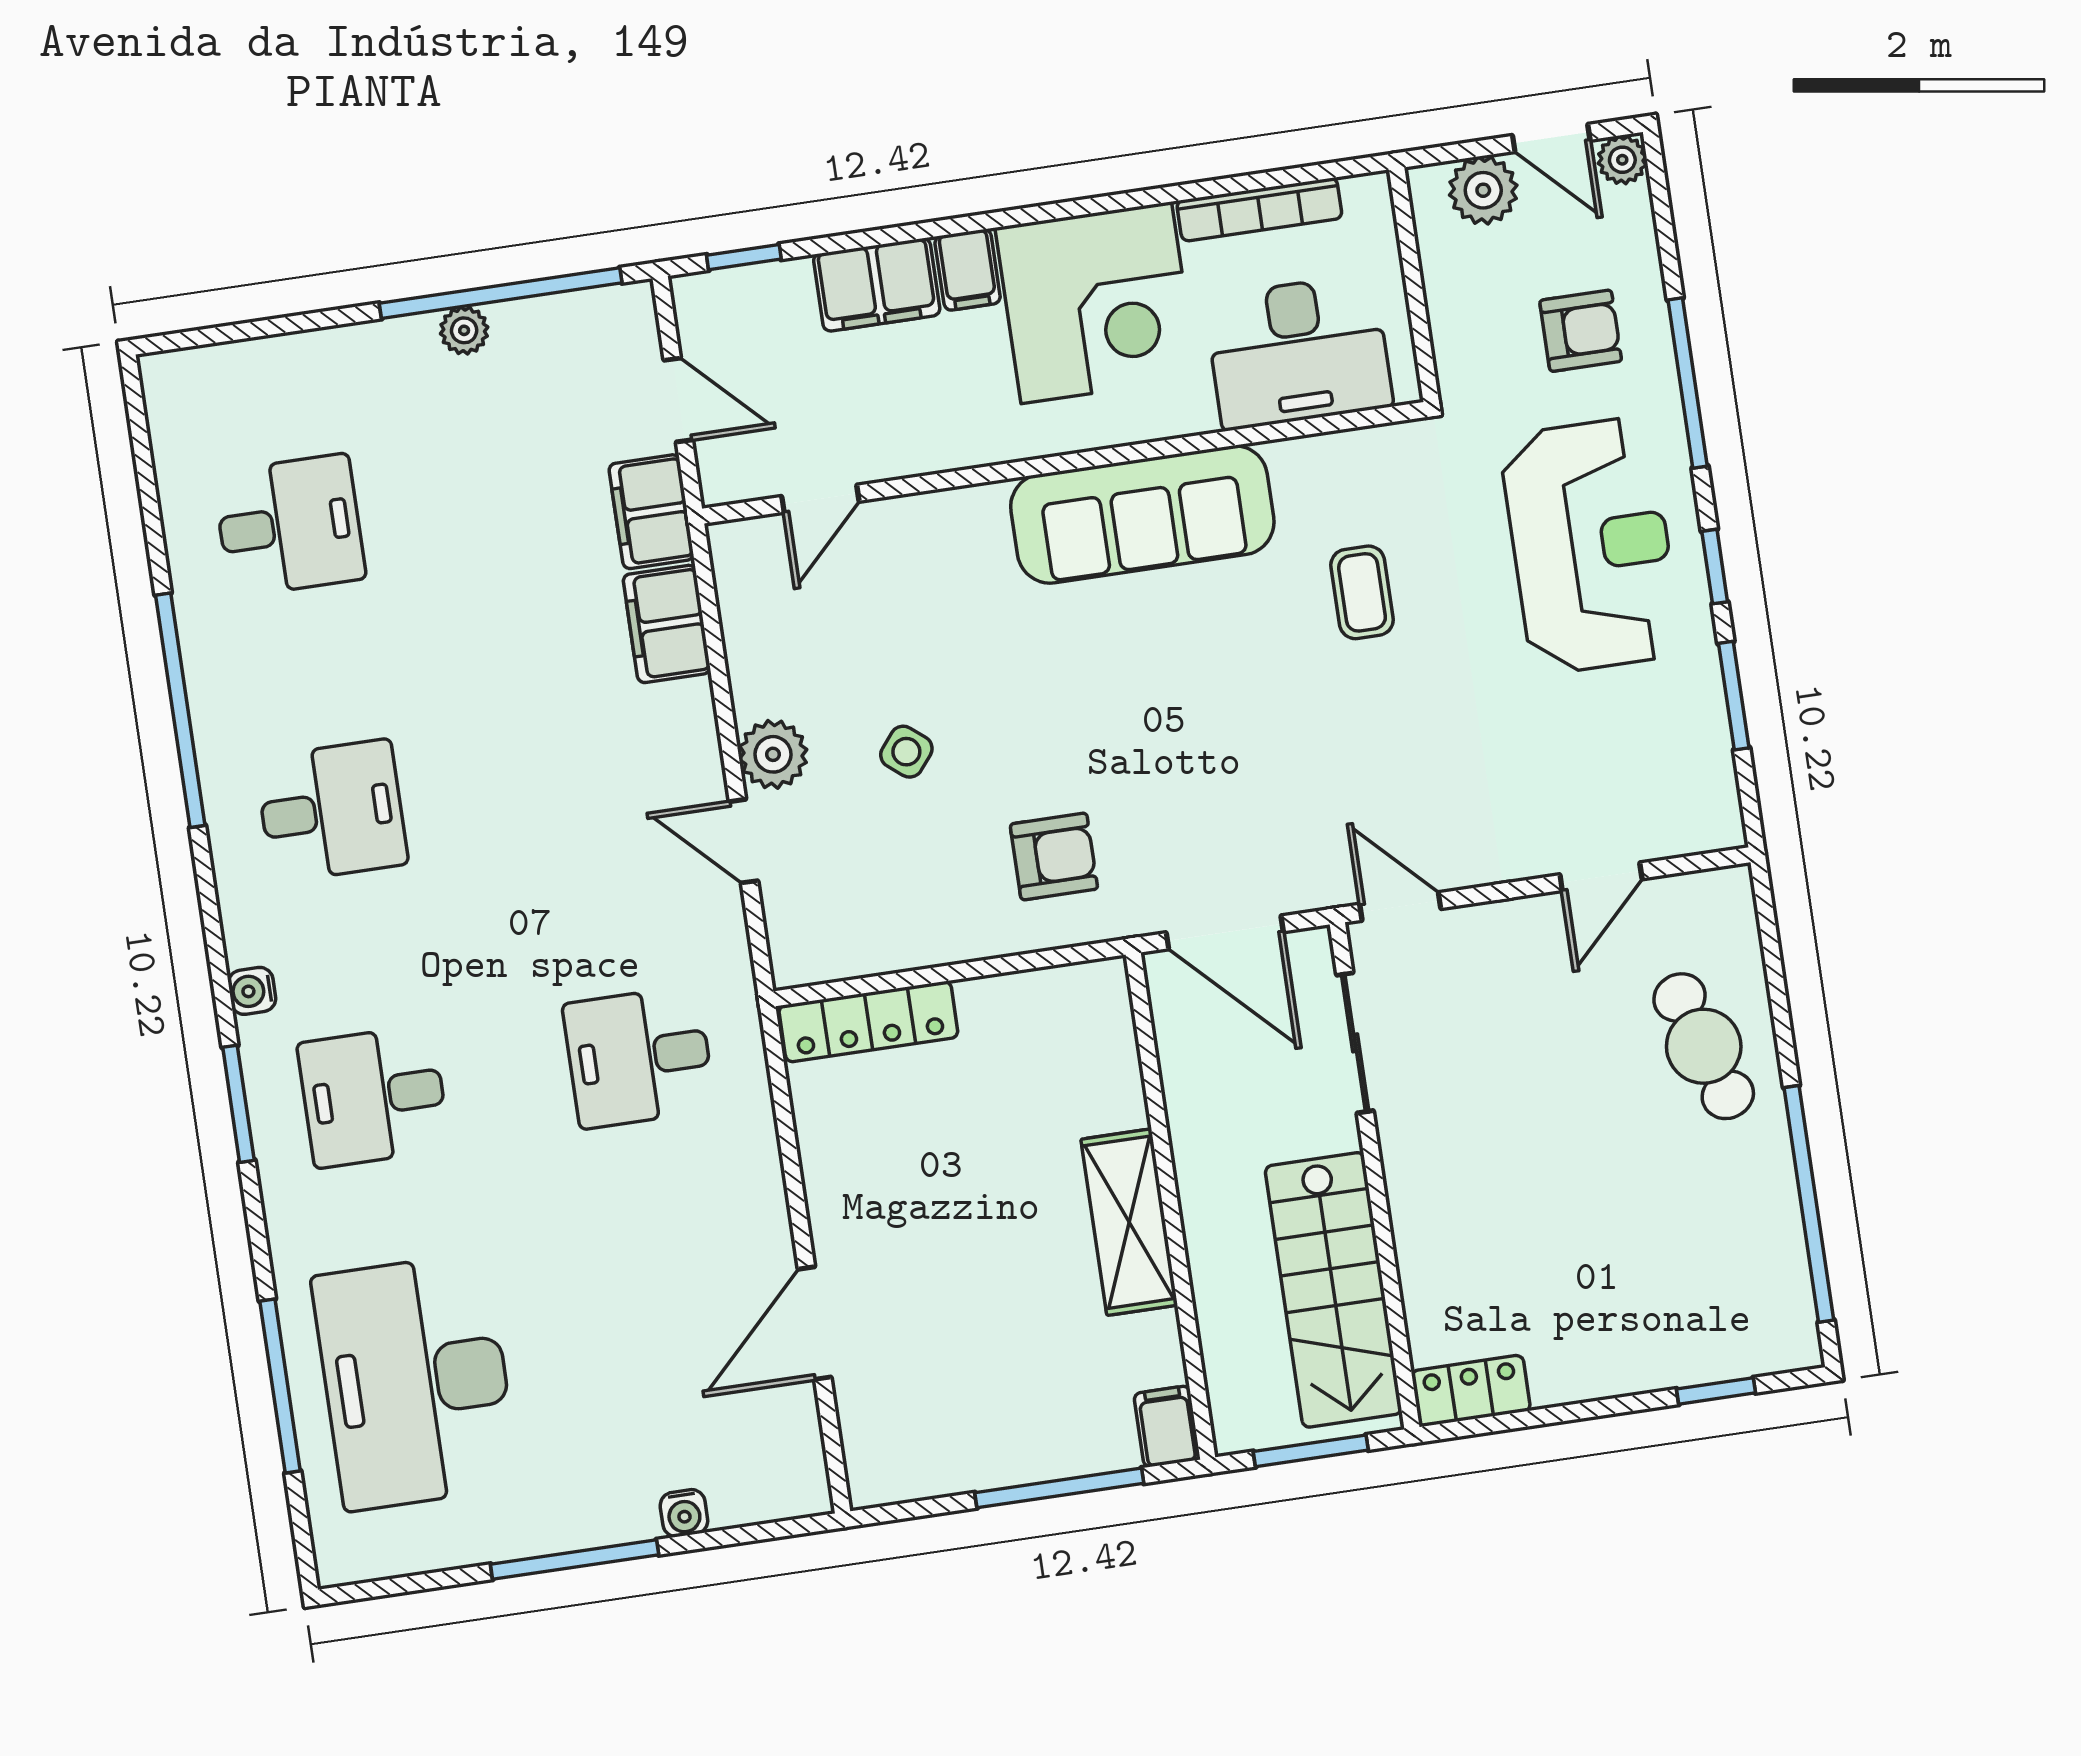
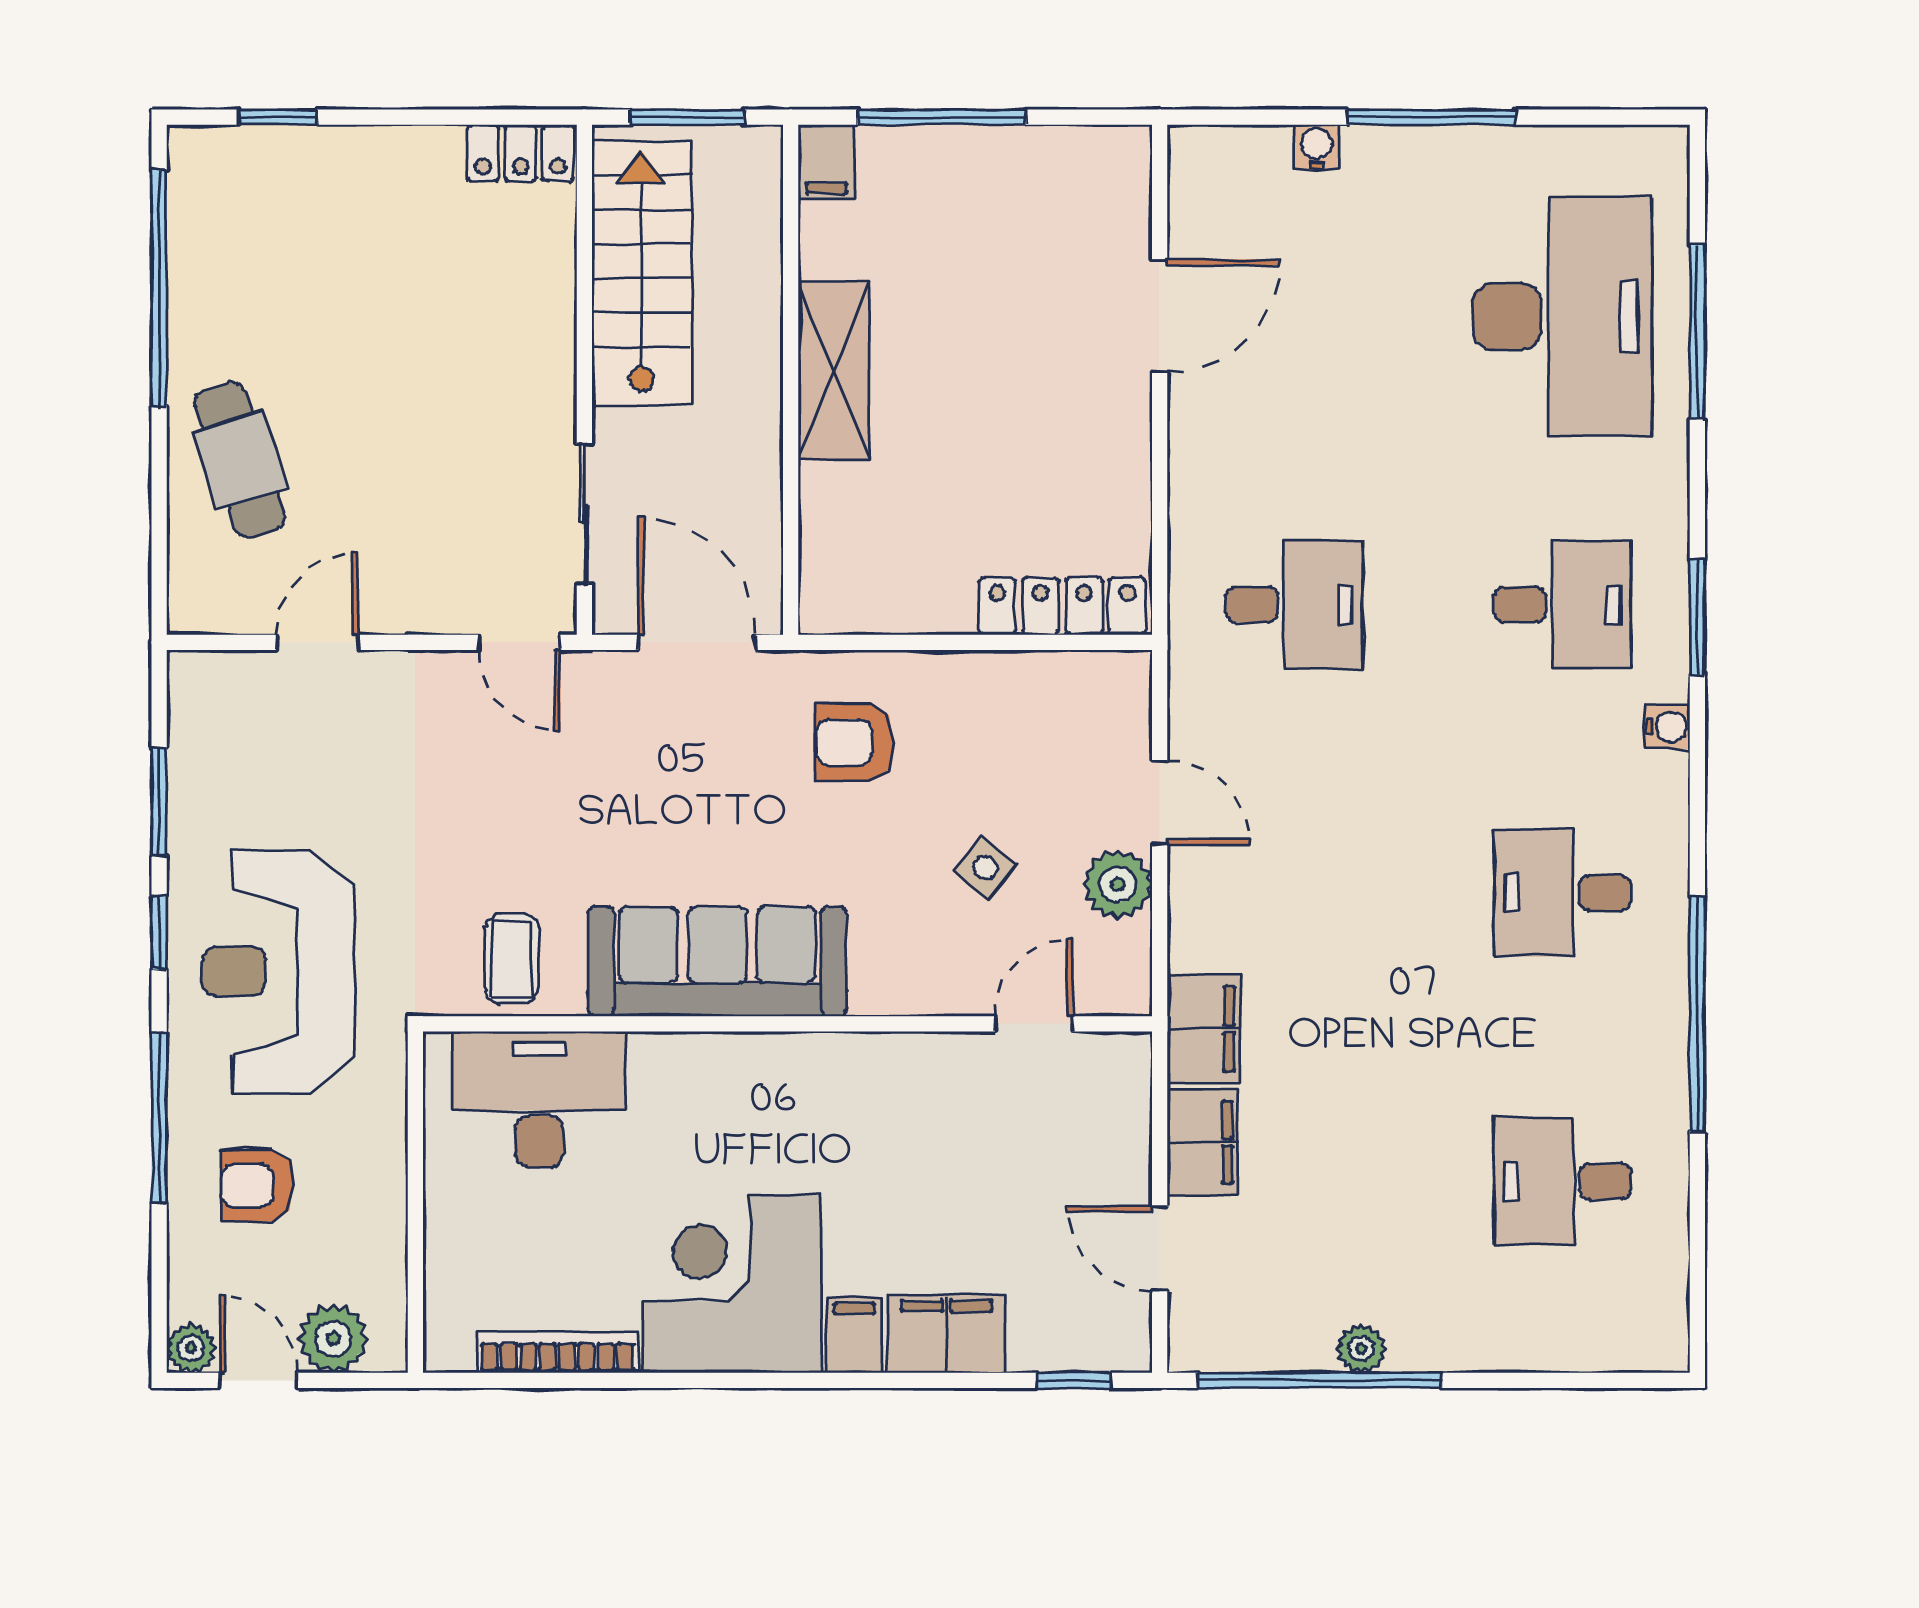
desk: (1299, 352) -> (539, 1099), moved
wall: (1064, 463) -> (787, 1024), moved
door: (820, 499) -> (1034, 1024), moved
sofa: (1142, 514) -> (717, 961), moved

